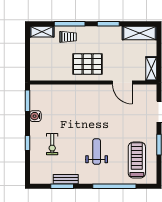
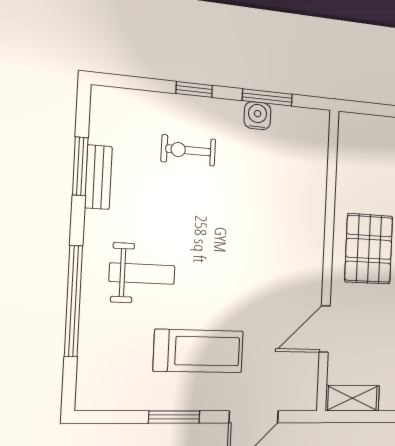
window: (27, 101) -> (267, 97), moved
weight bench: (97, 152) -> (142, 274), moved
treadmill: (137, 160) -> (199, 351), moved

